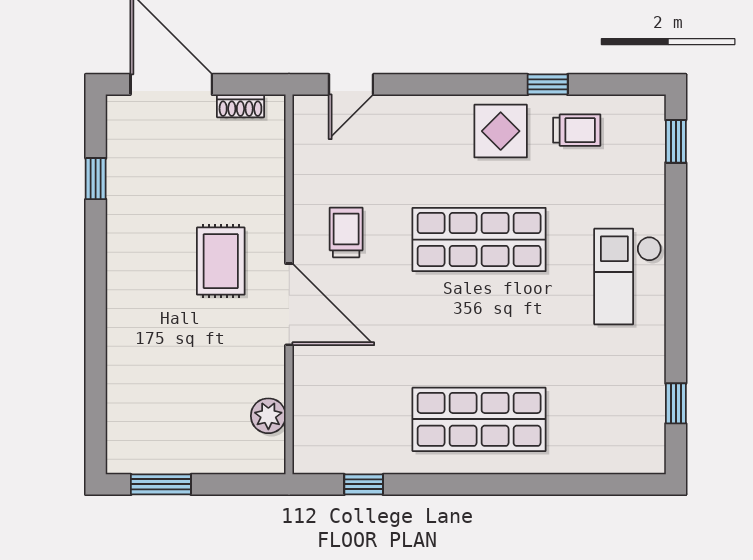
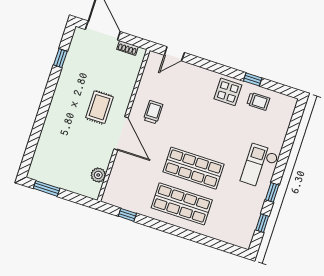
window: (676, 141) -> (272, 192), moved
shop shelf: (479, 240) -> (193, 168), moved

